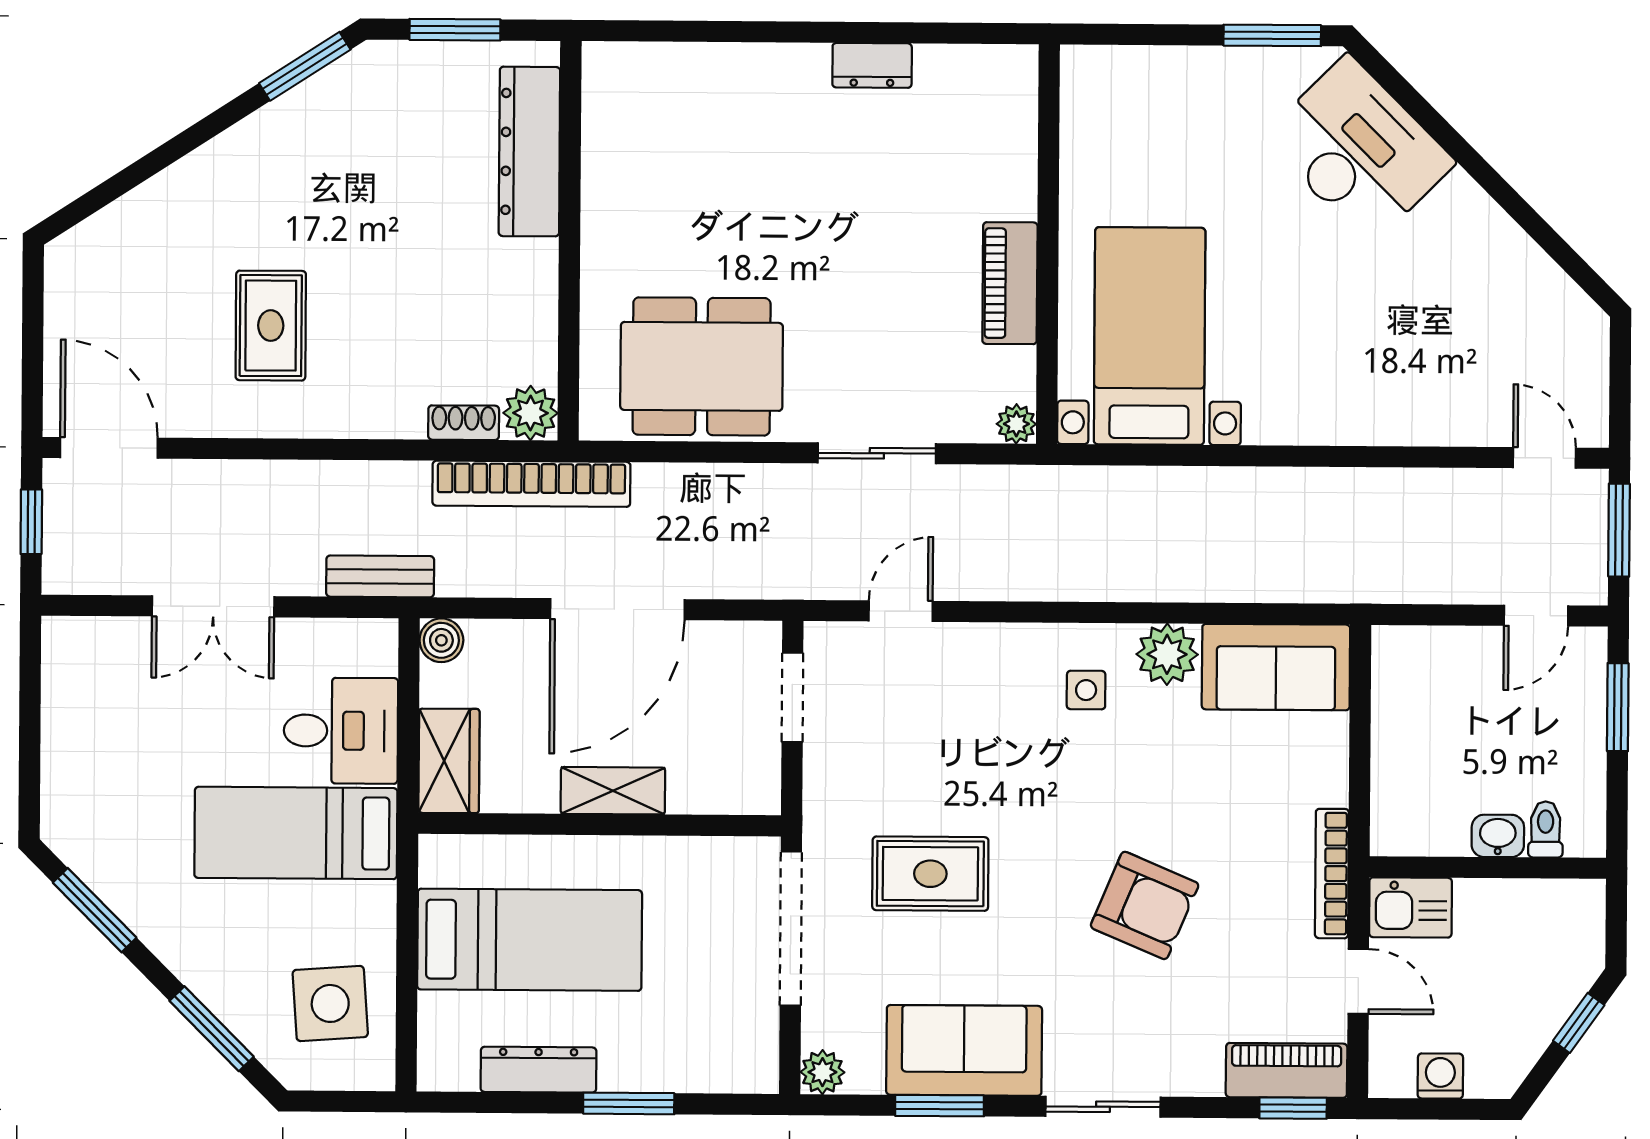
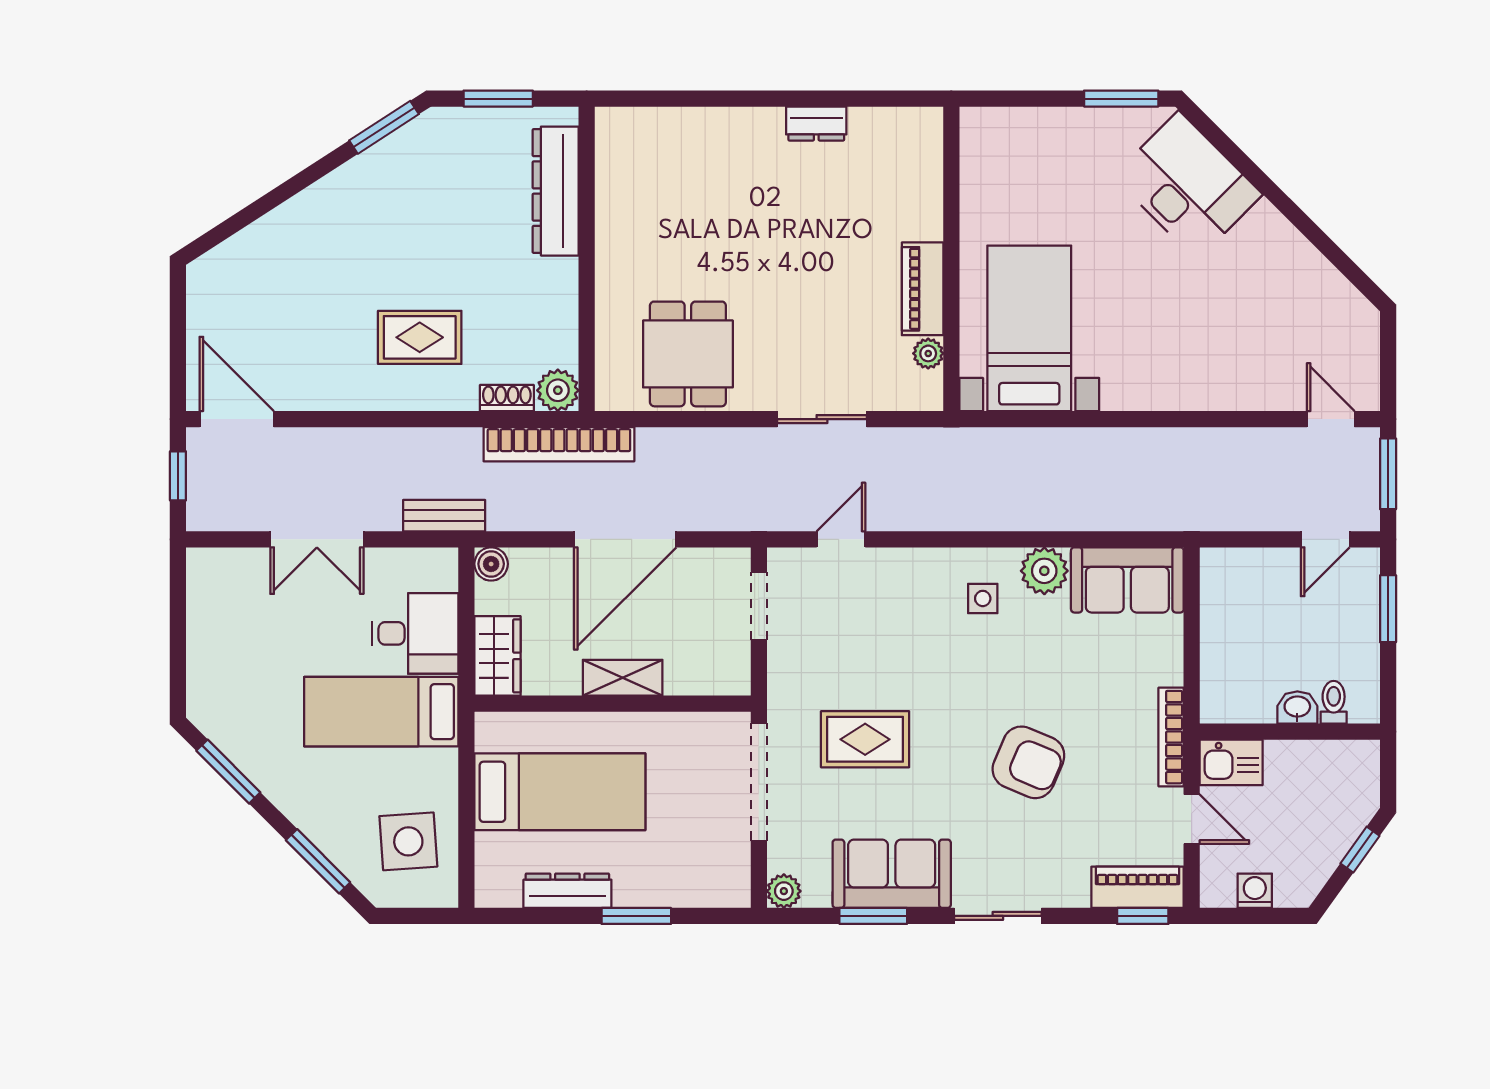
rug: (271, 326) -> (420, 337), moved, turned 90
dining table: (702, 366) -> (688, 354), width x0.73
plant: (1016, 424) -> (928, 353), moved

